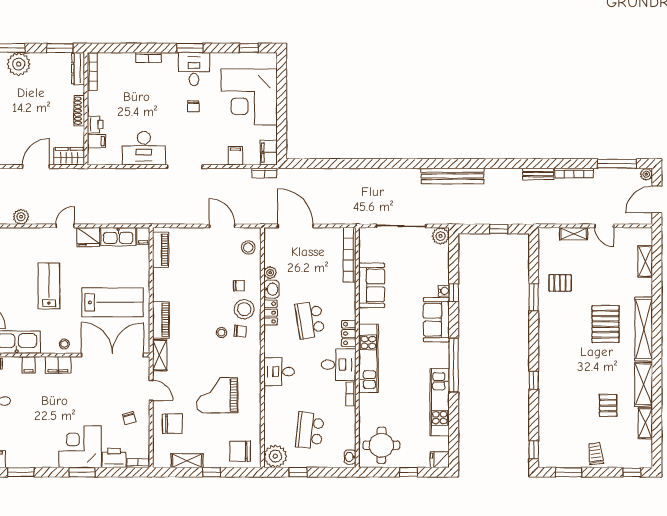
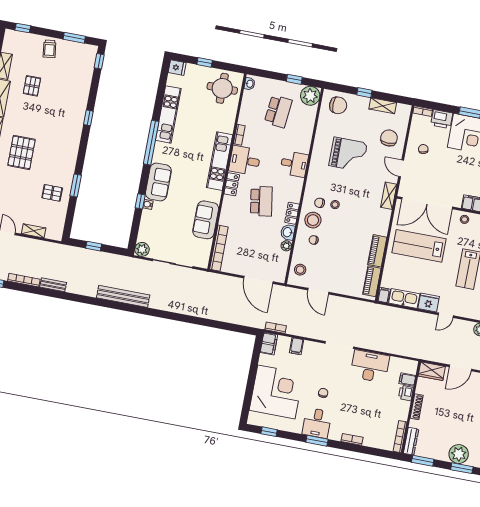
piano: (161, 320) -> (377, 251), moved
chair: (172, 424) -> (389, 138), turned 90

